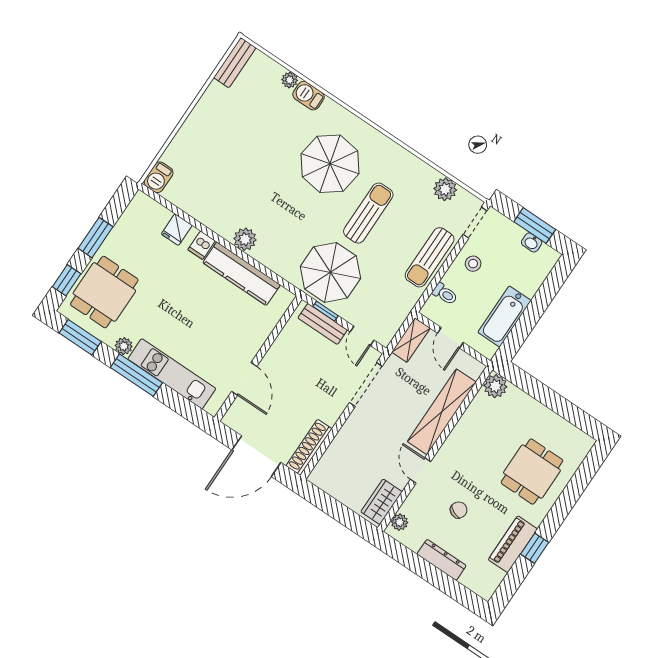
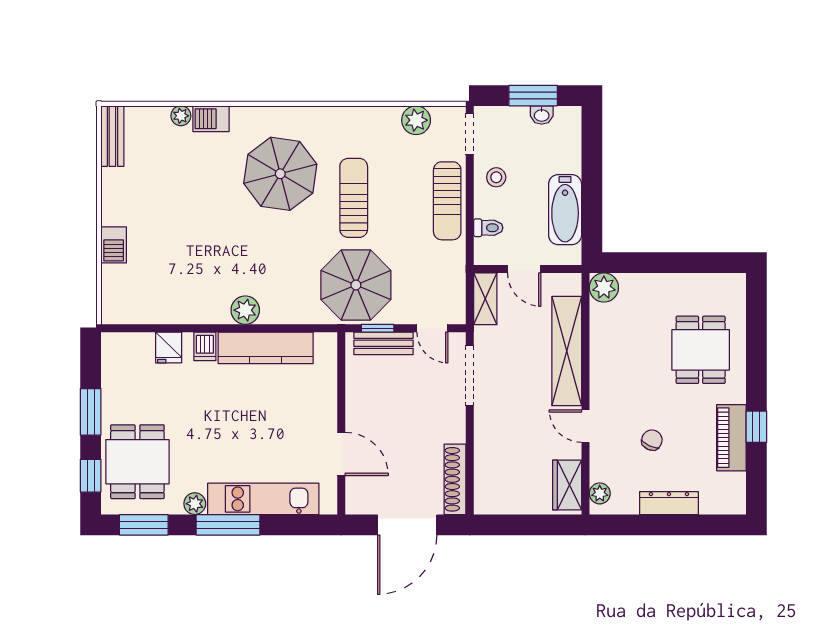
barbecue: (159, 177) -> (114, 245), moved

